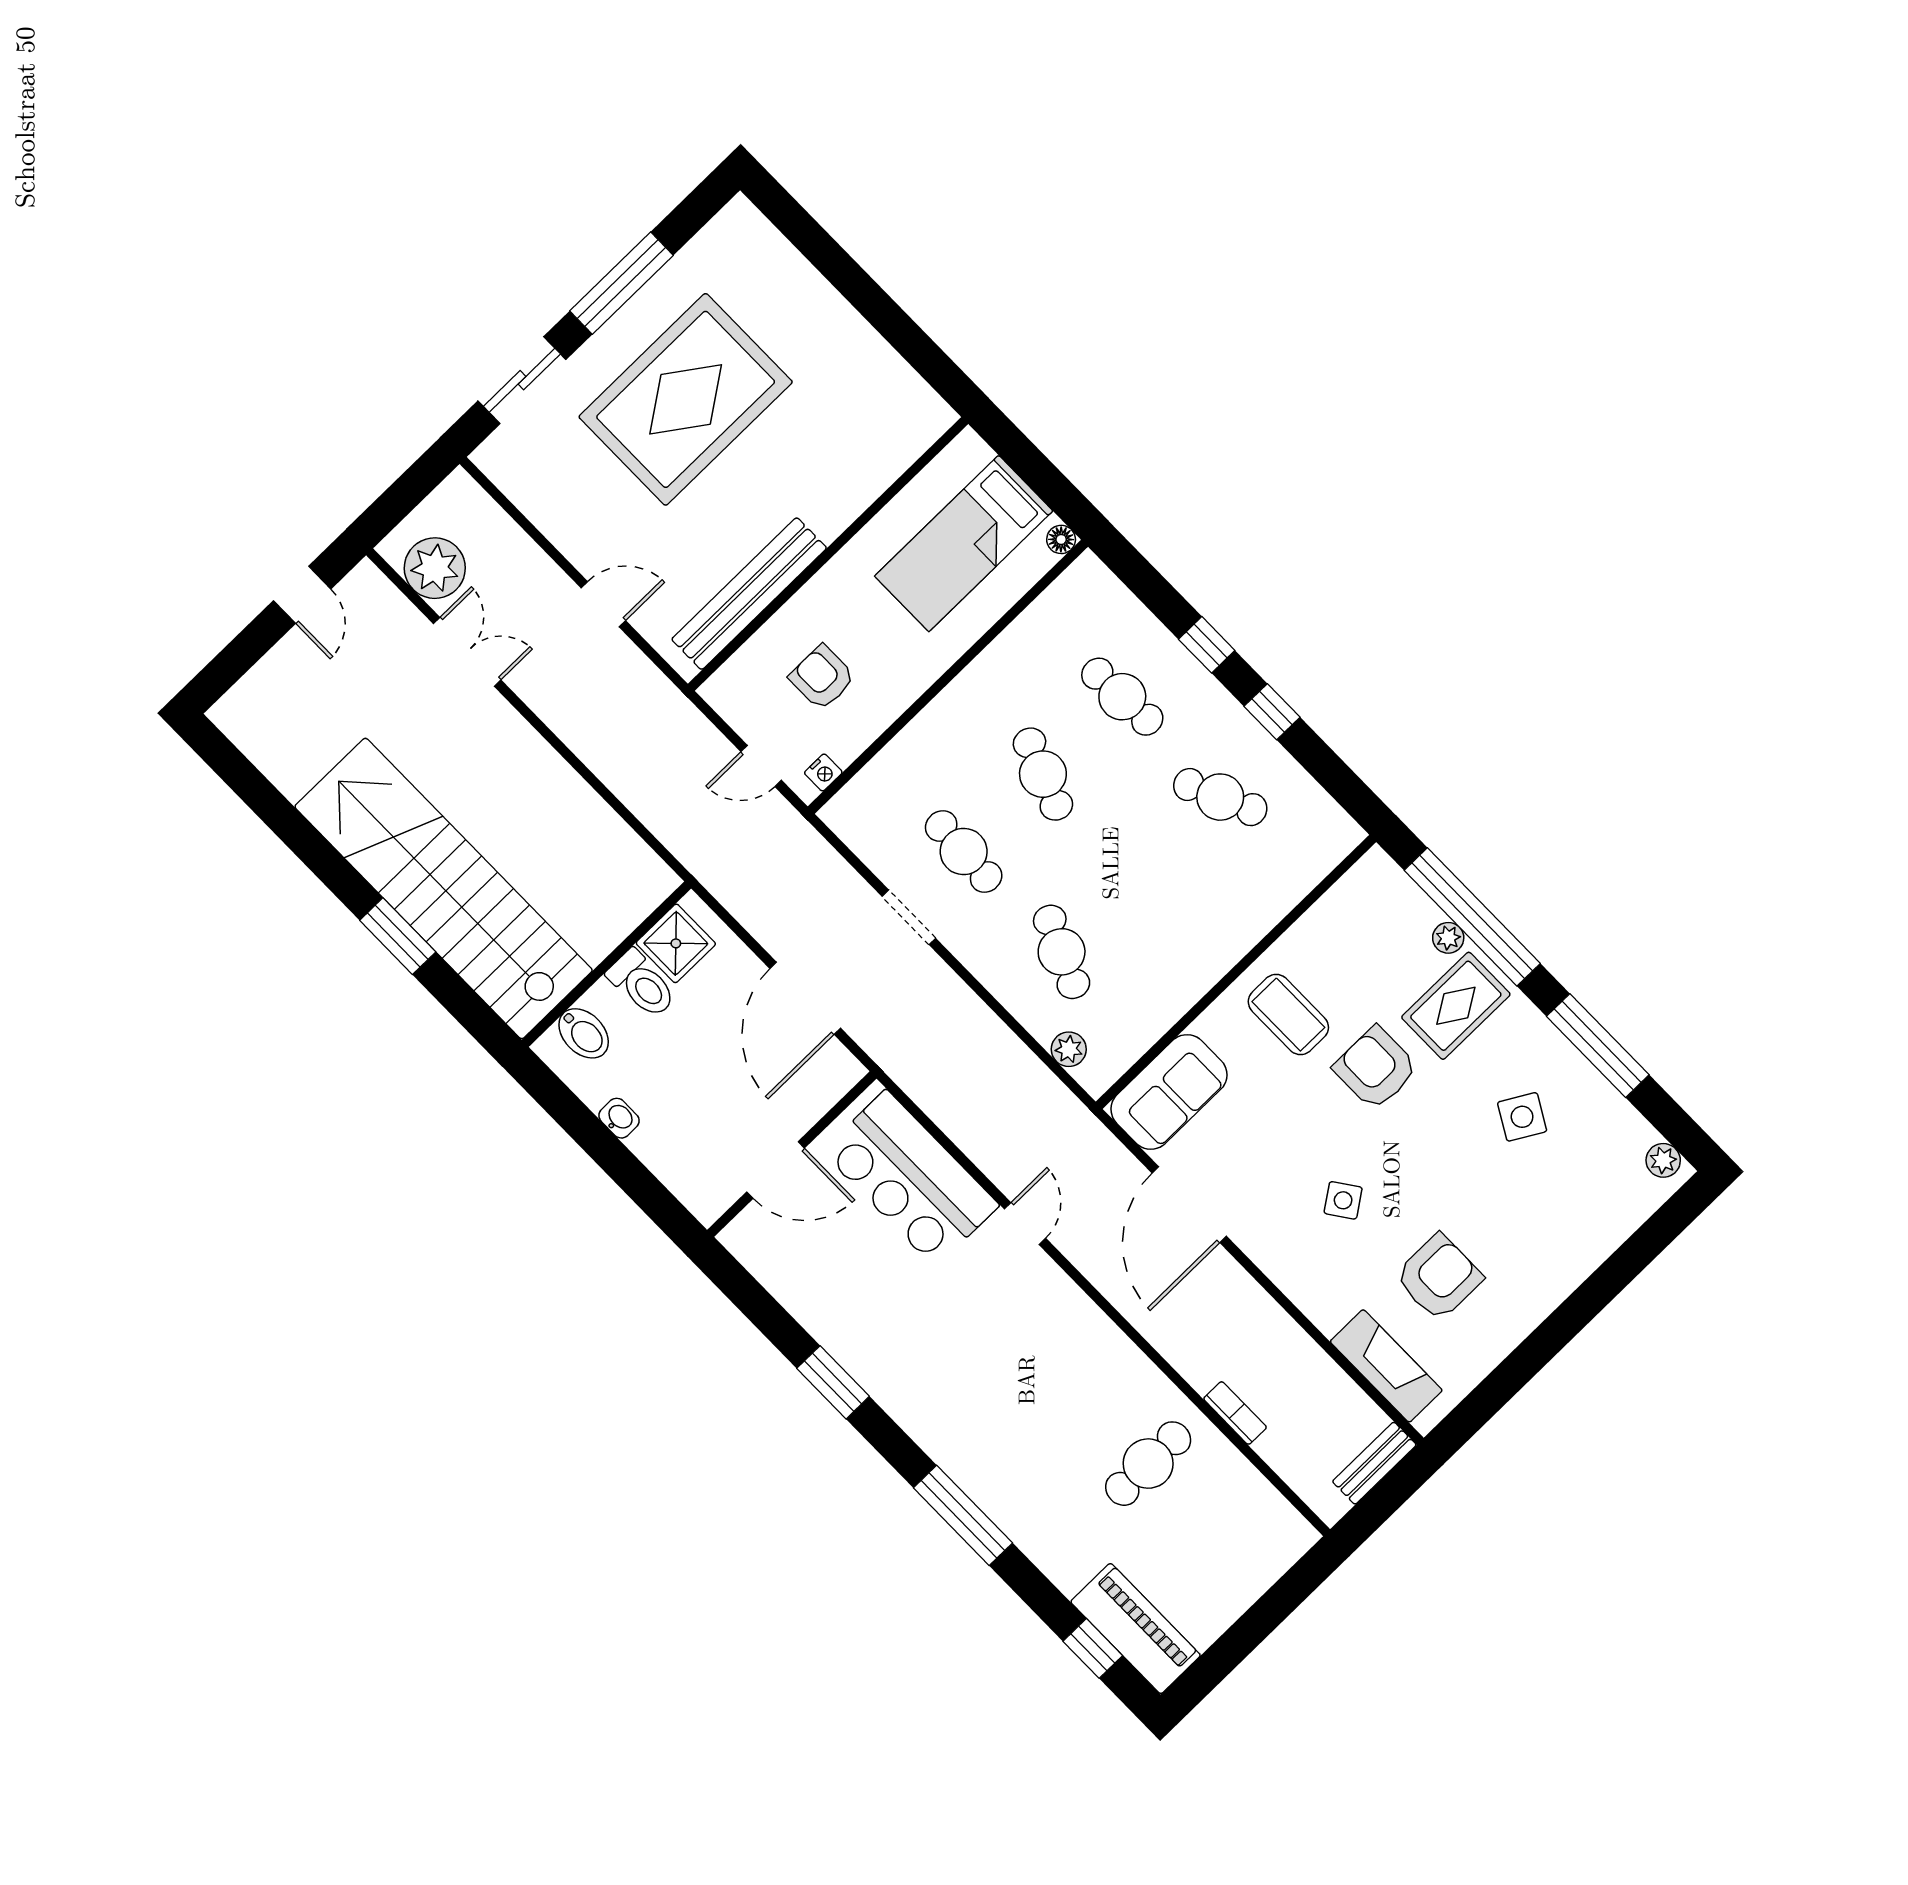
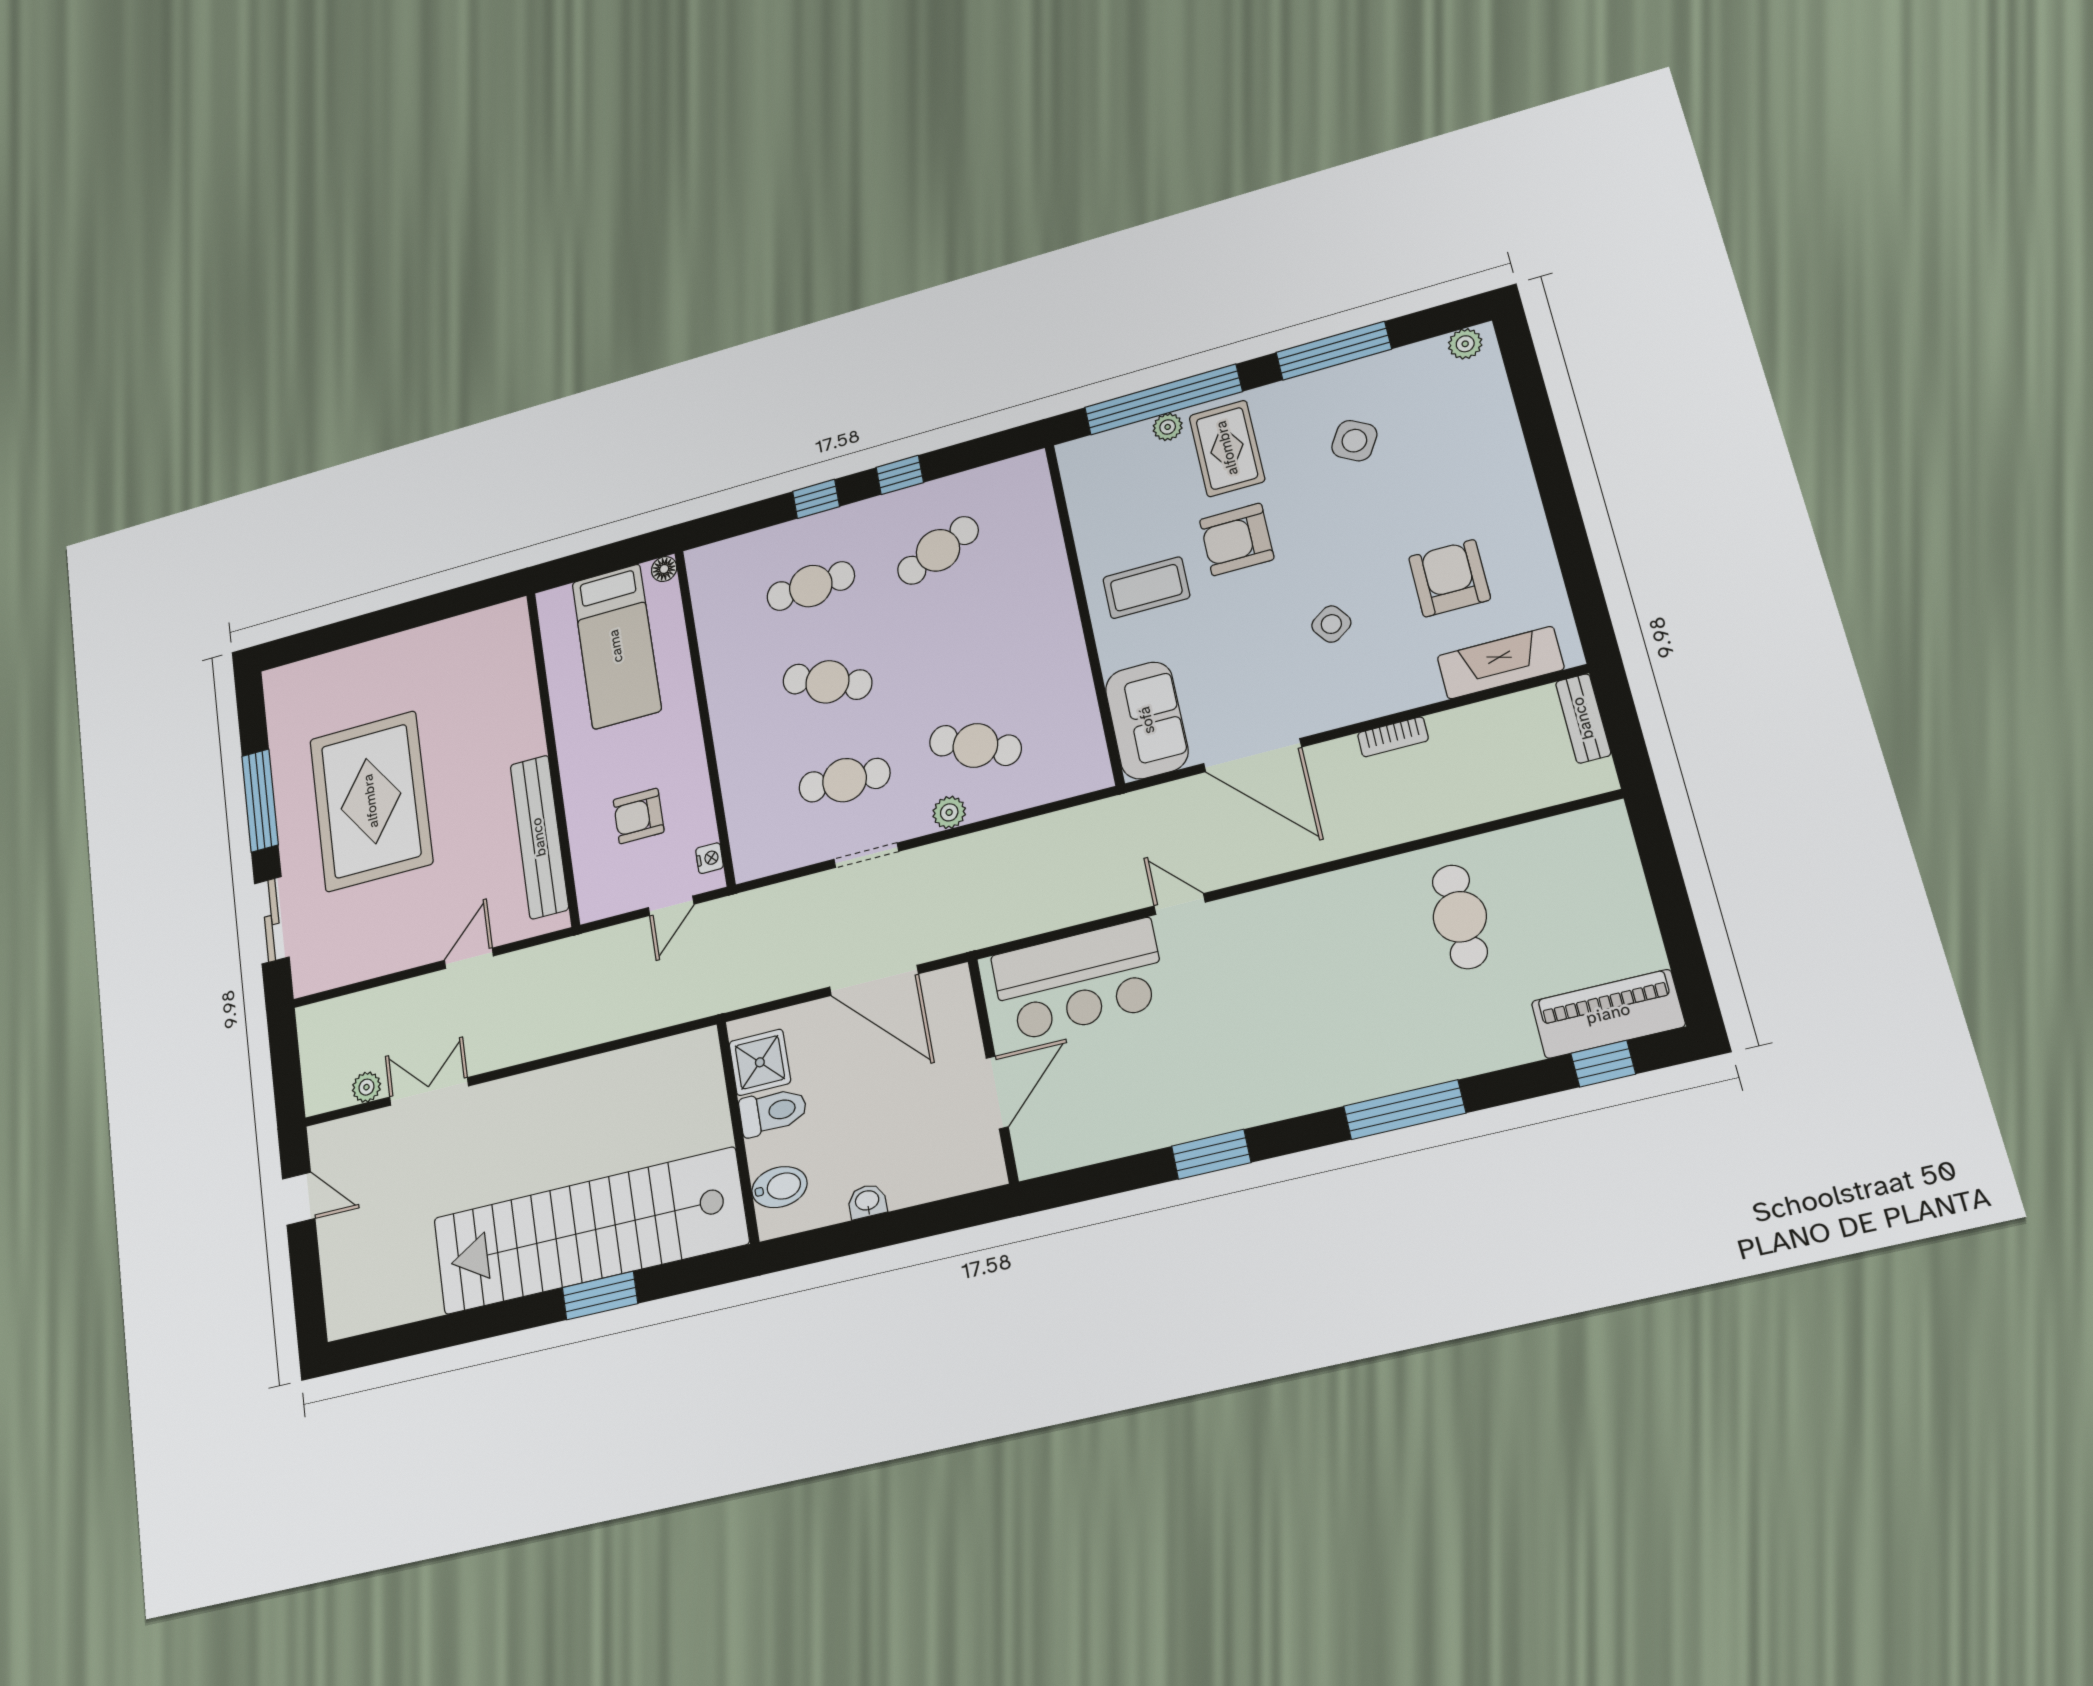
plant: (435, 568) -> (366, 1087), width x0.53, depth x0.53
plant: (1069, 1049) -> (949, 812), moved
bookcase: (1235, 1413) -> (1393, 737), moved, turned 180

